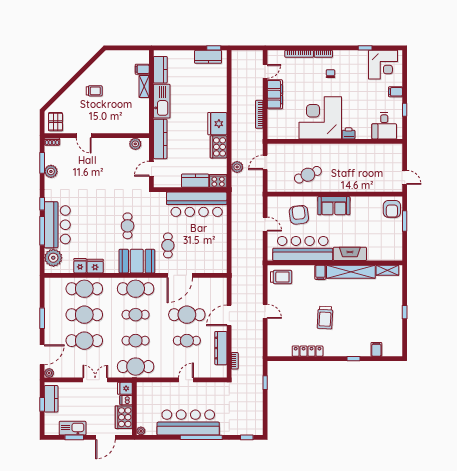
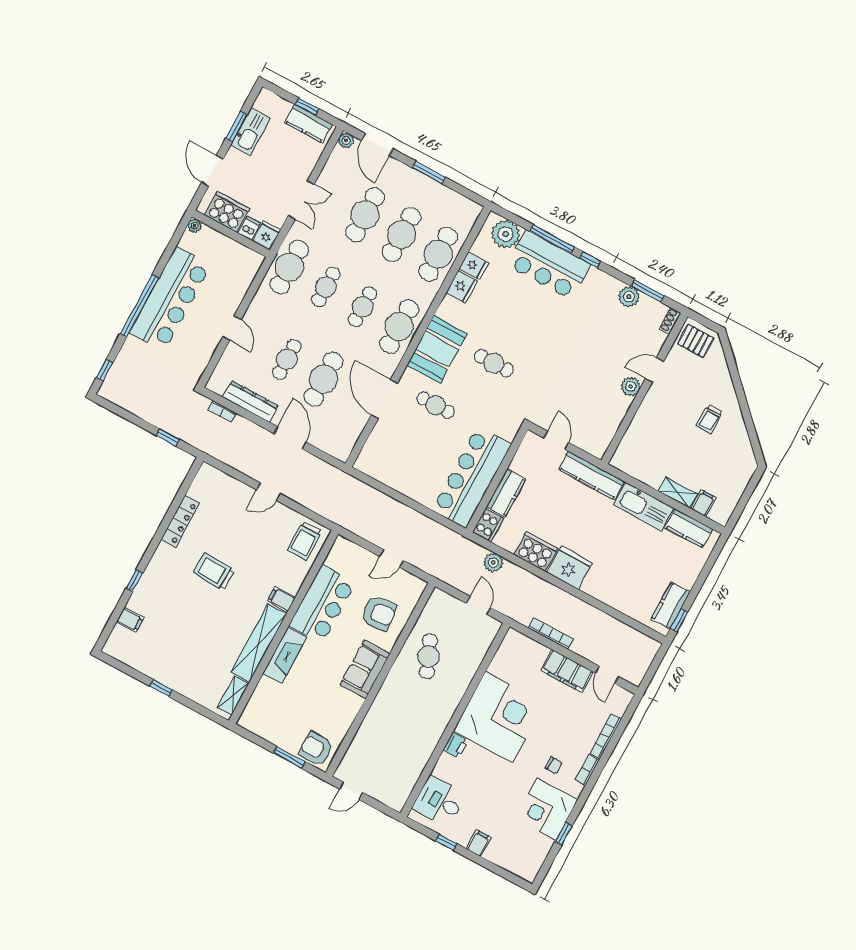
corner desk: (383, 65) -> (547, 809), moved
plant: (135, 144) -> (631, 386), moved
bar counter: (303, 249) -> (322, 604), width x0.73

